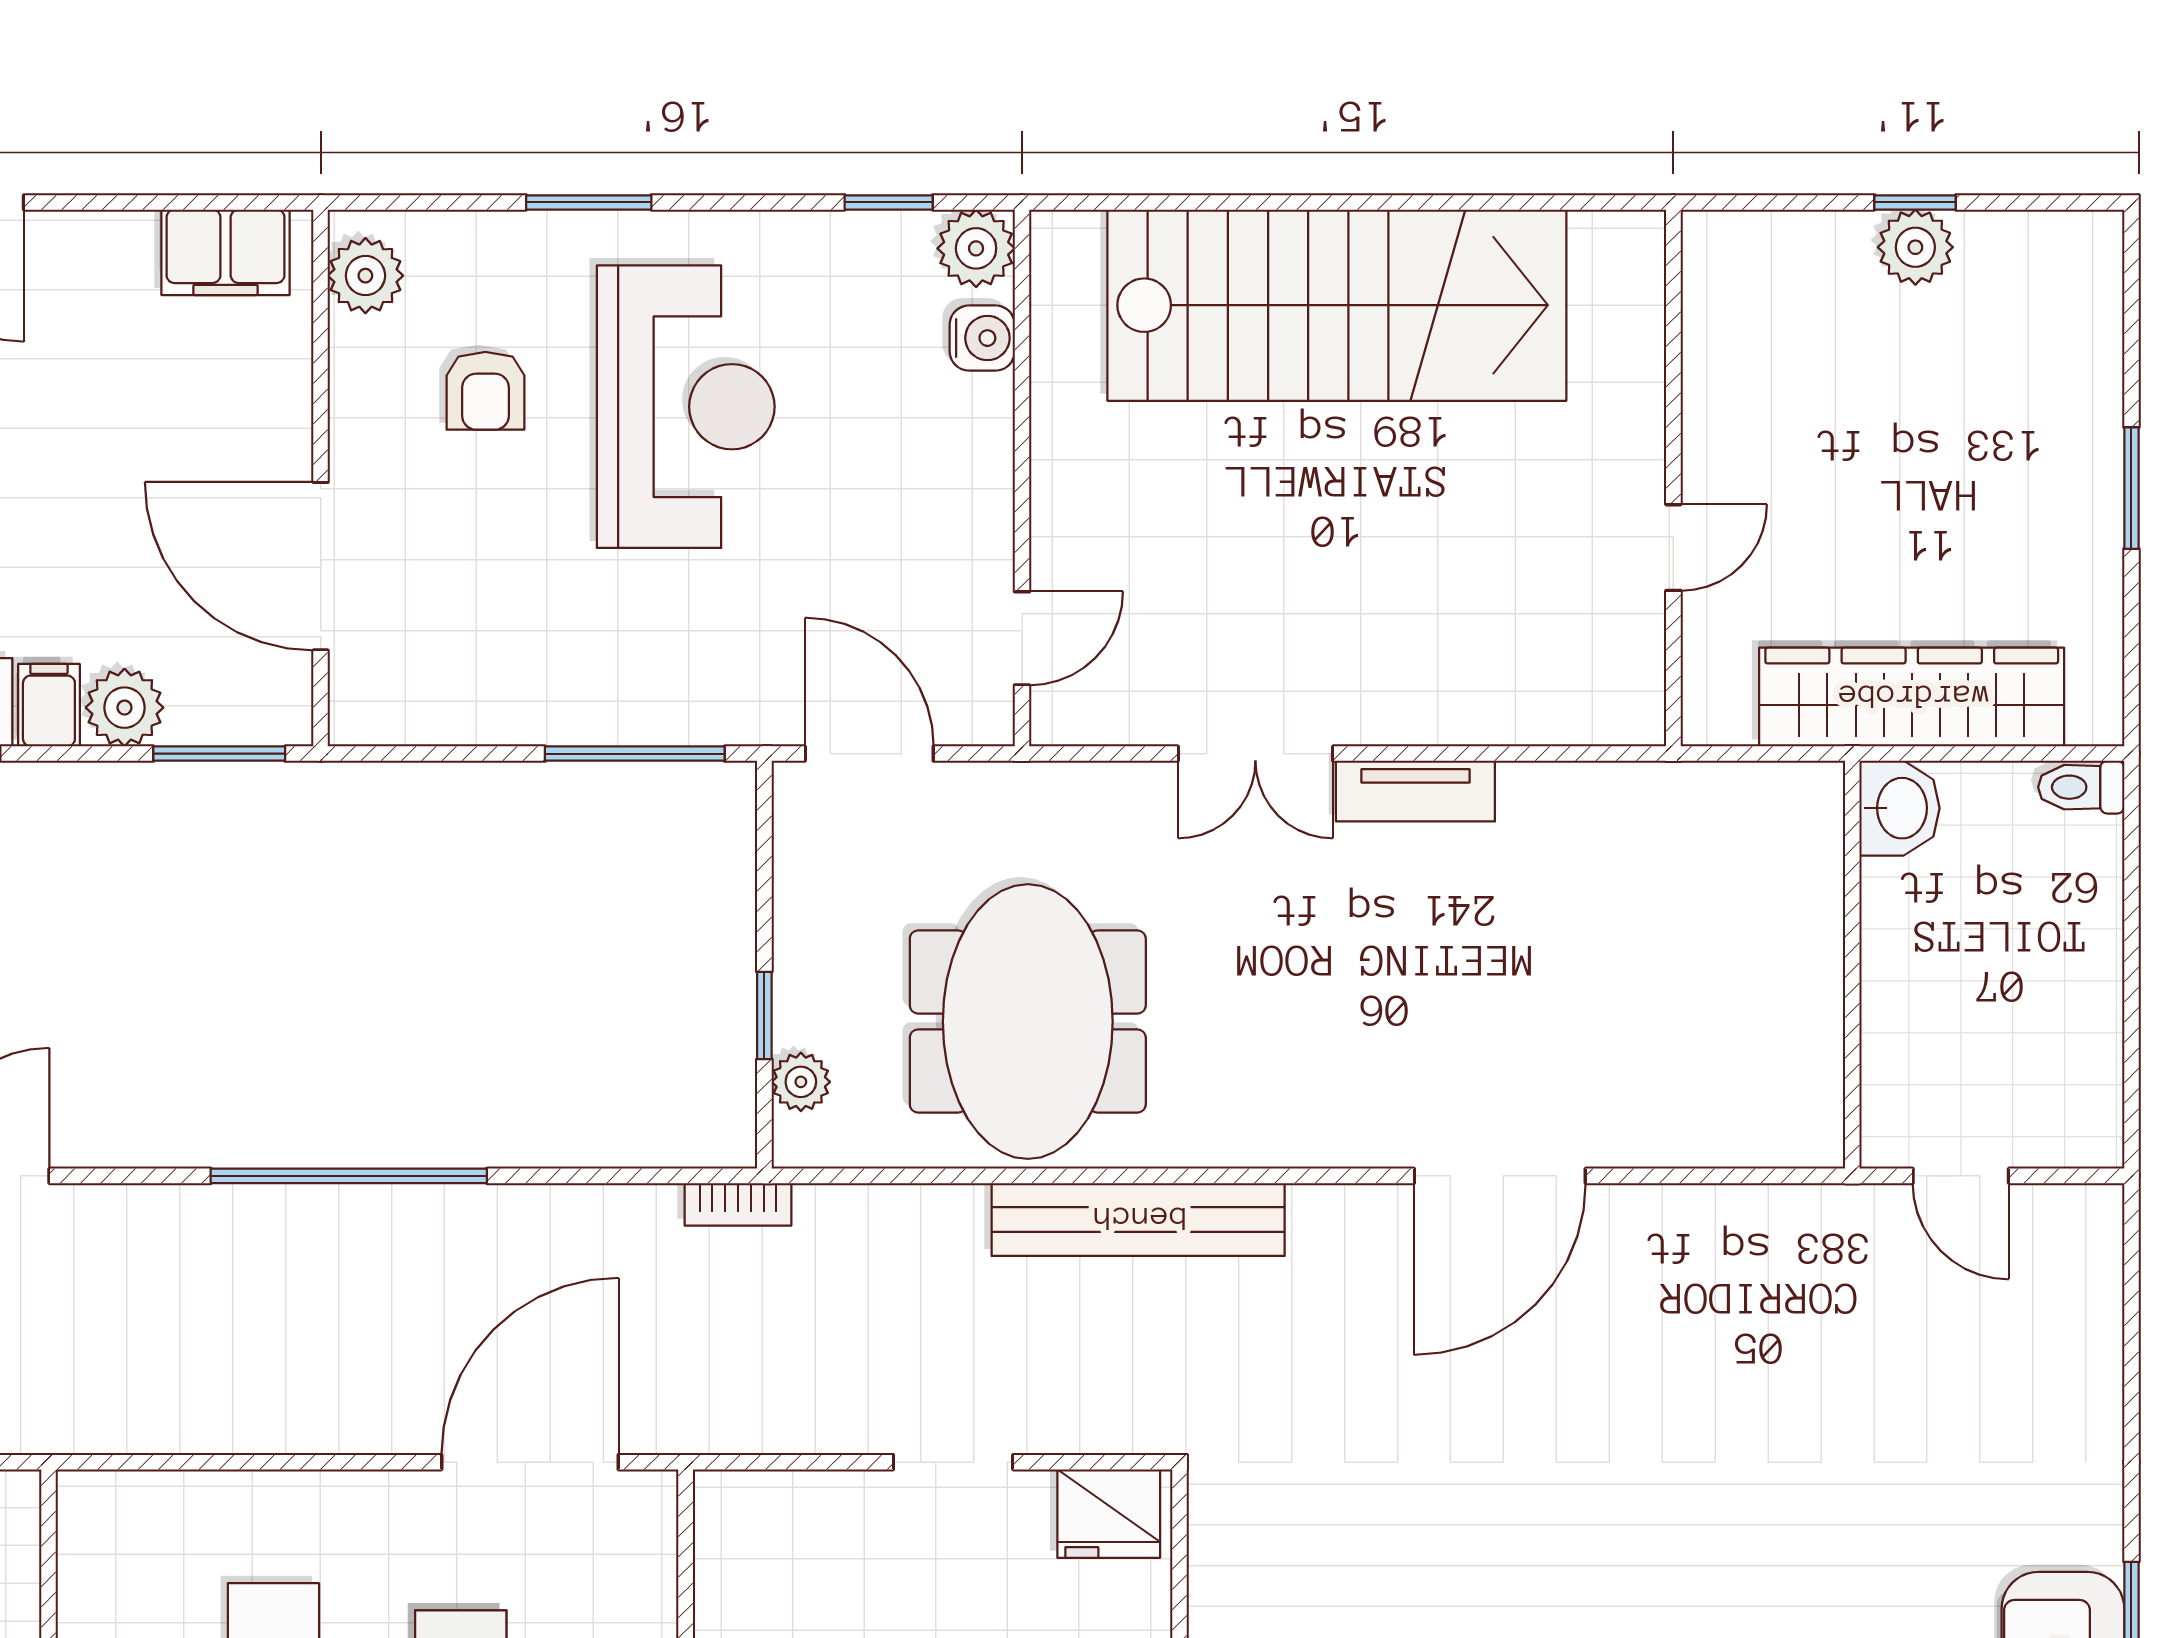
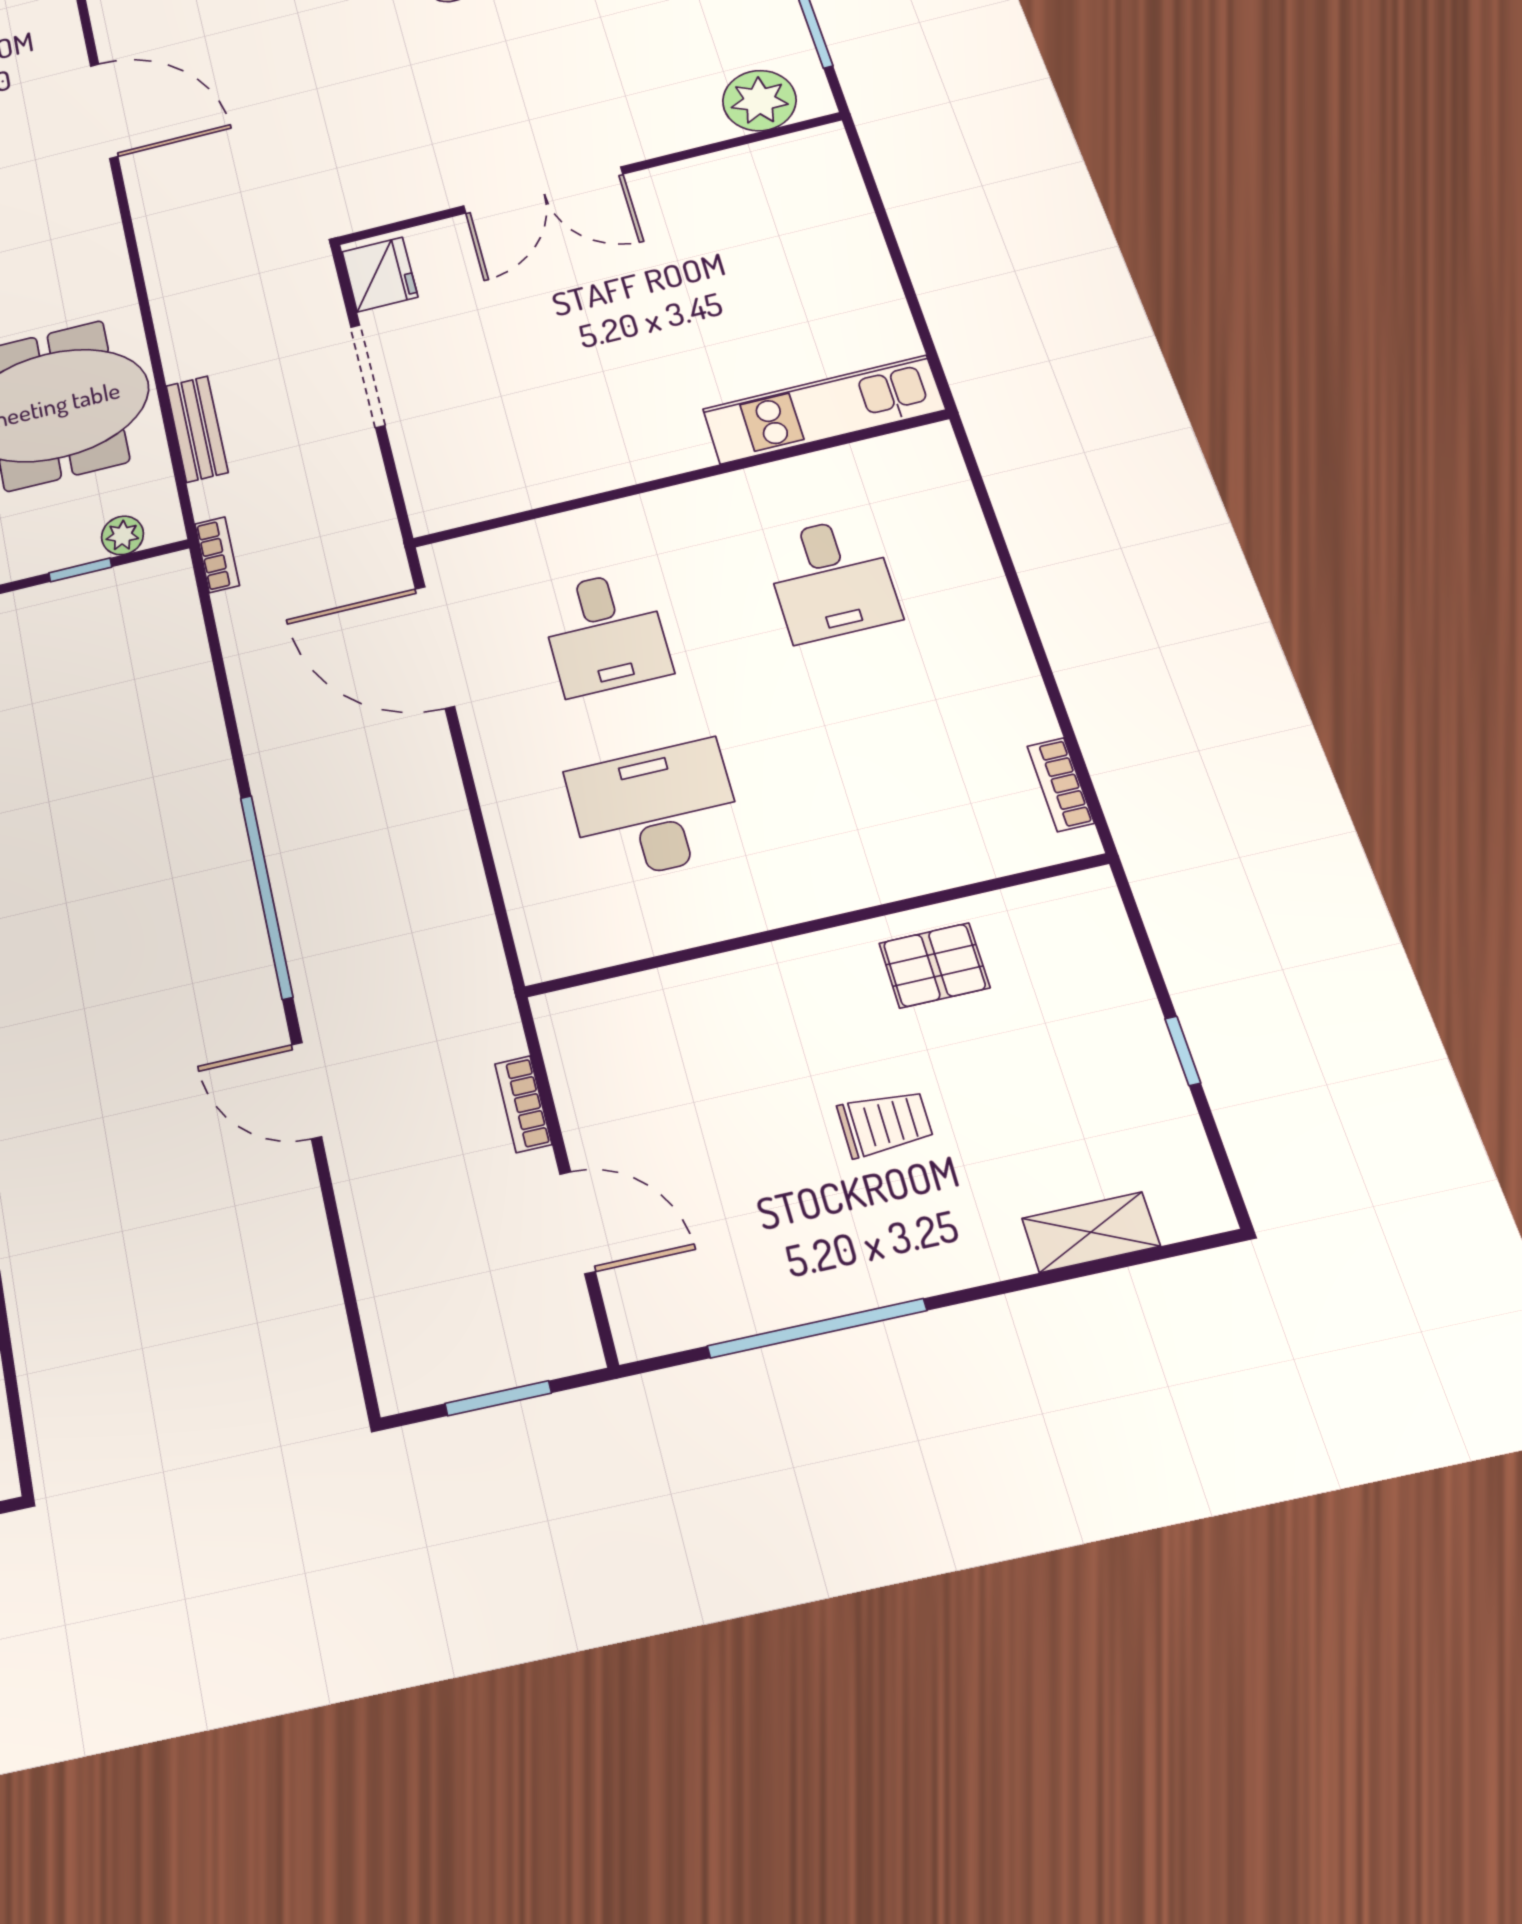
window: (349, 1176) -> (266, 896), moved
bench: (1138, 1219) -> (197, 429), moved, width x0.54, depth x0.82
doorway: (953, 1462) -> (368, 376), width x1.38

